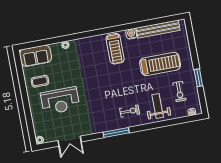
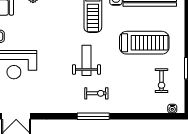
weight bench: (158, 106) -> (87, 60), moved
window: (116, 132) -> (93, 116), moved

